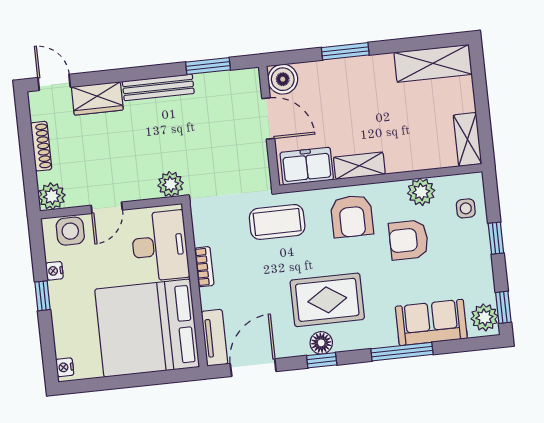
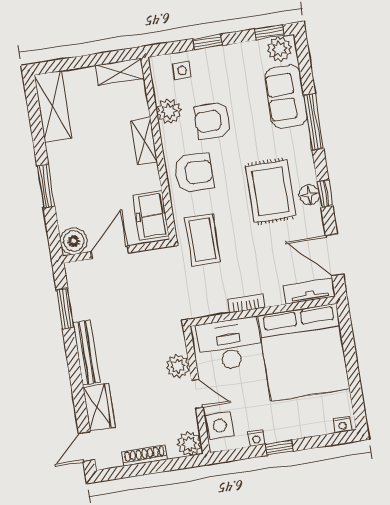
shelving: (359, 166) -> (144, 141), moved
plant: (171, 184) -> (178, 366), moved
armchair: (409, 240) -> (213, 121), turned 90

